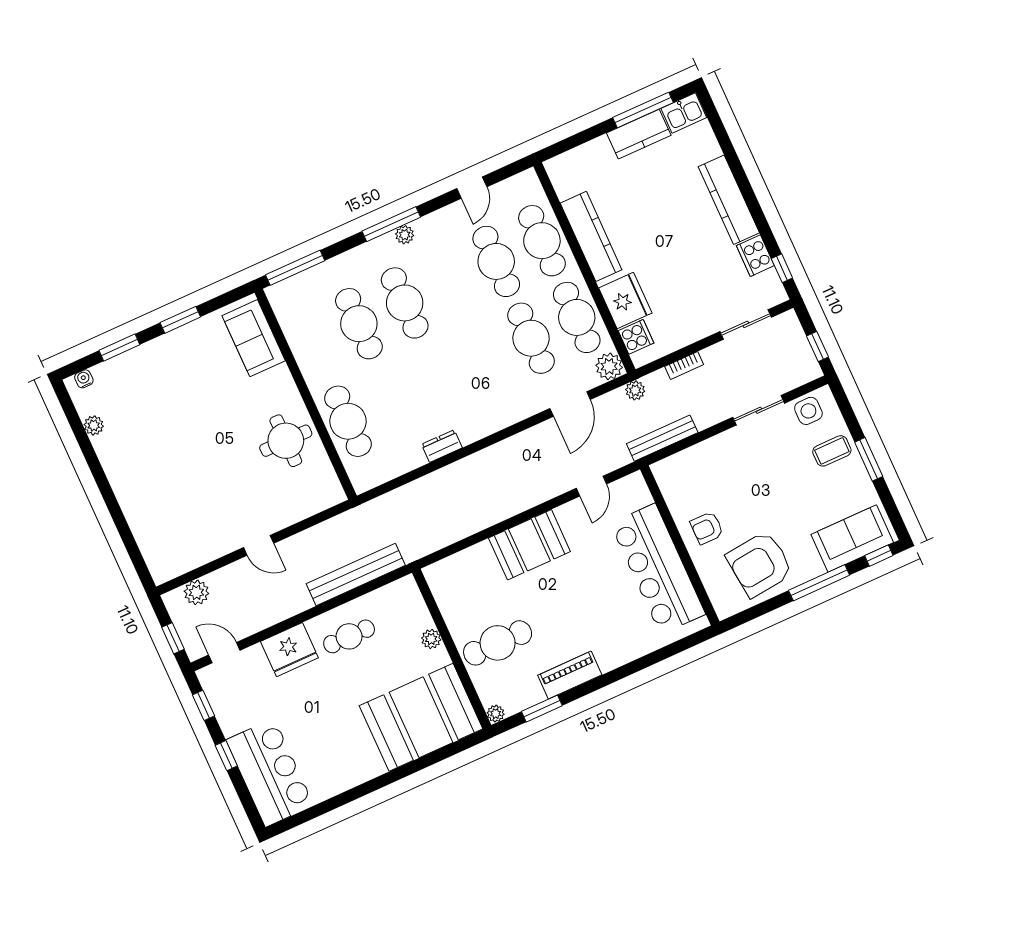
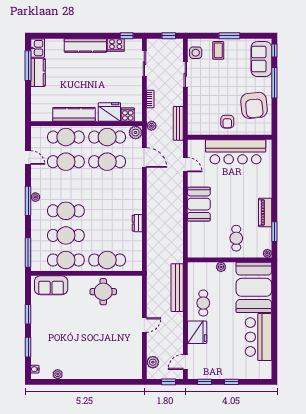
cafe table: (313, 344) -> (66, 260), added
cafe table: (498, 643) -> (236, 238), width x0.73, depth x0.74
bar counter: (270, 773) -> (258, 337), moved, turned -90

